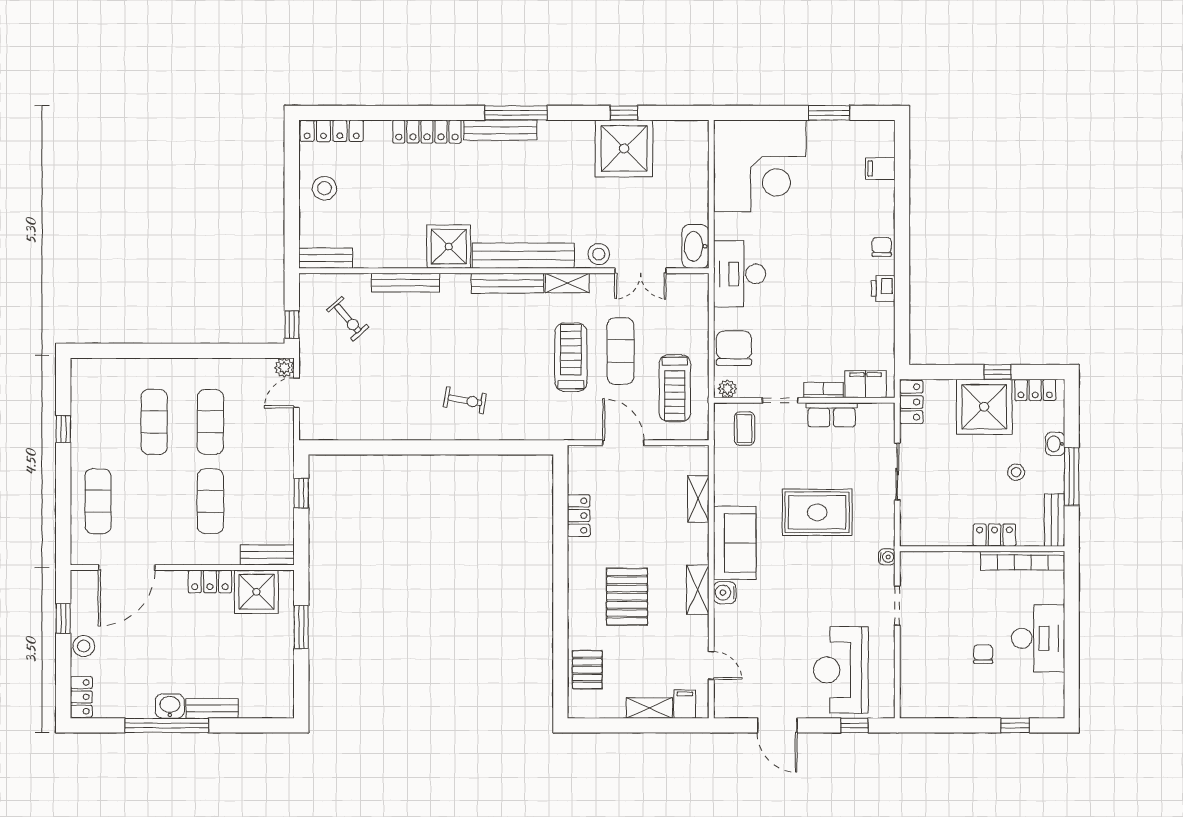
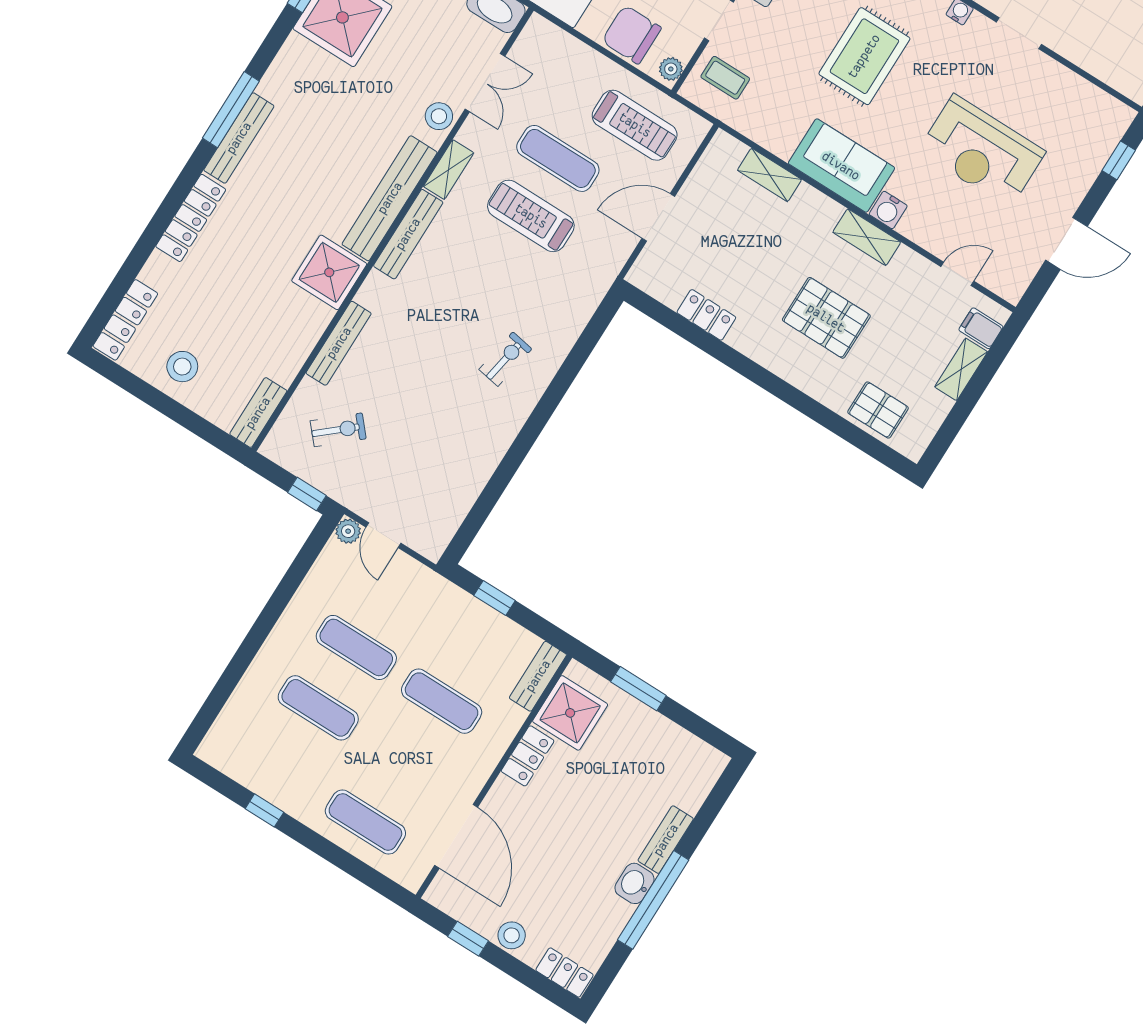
reception desk: (841, 670) -> (982, 151), moved

